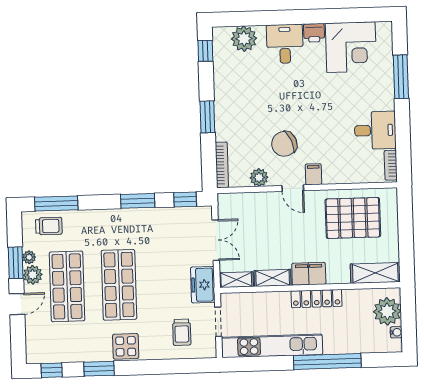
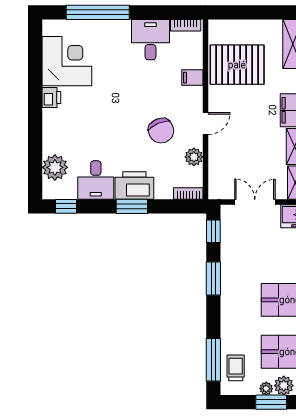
desk: (285, 44) -> (96, 180), moved, turned -90
window: (401, 77) -> (98, 12), width x1.46
printer: (228, 119) -> (134, 185), added
bookcase: (222, 165) -> (188, 193), width x0.64
filing cabinet: (313, 174) -> (192, 78), moved
pallet: (353, 218) -> (237, 65), turned 90

